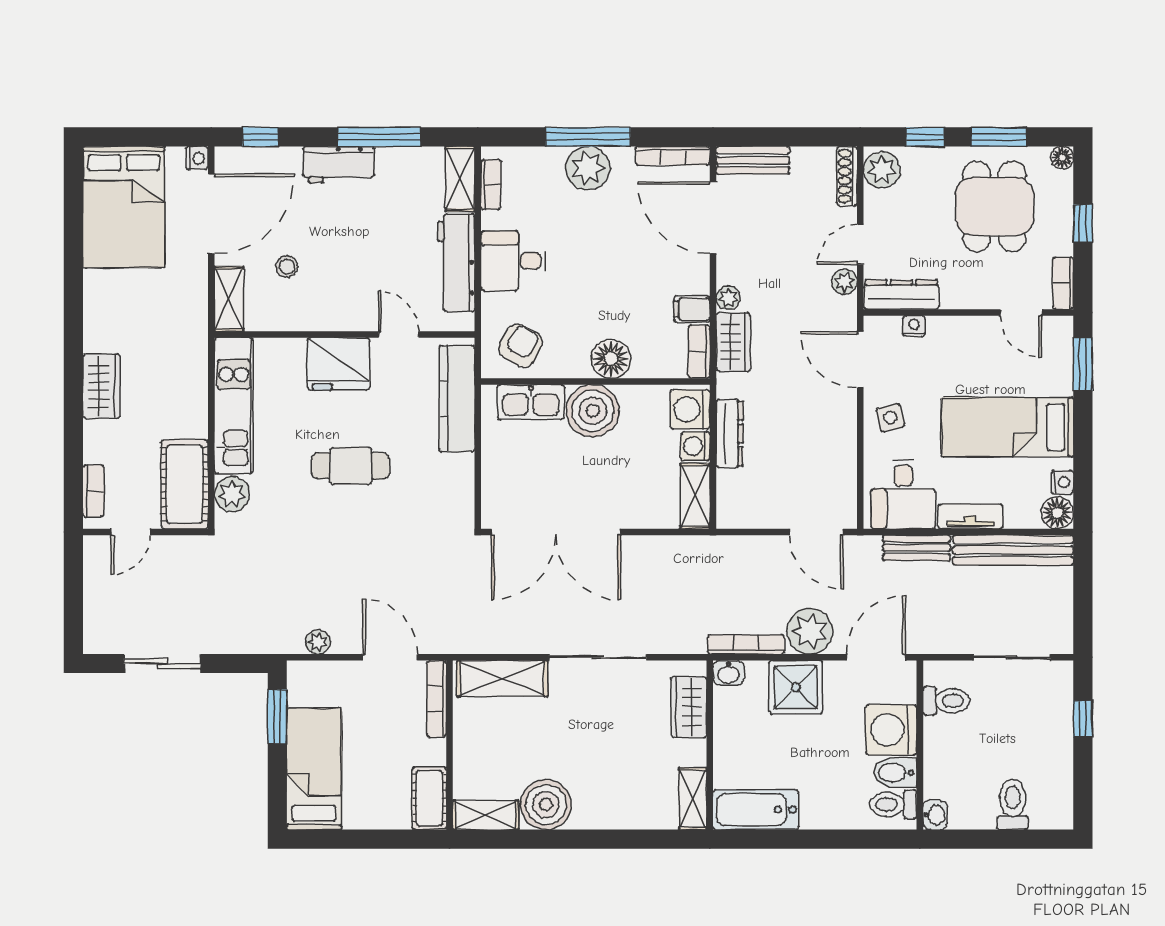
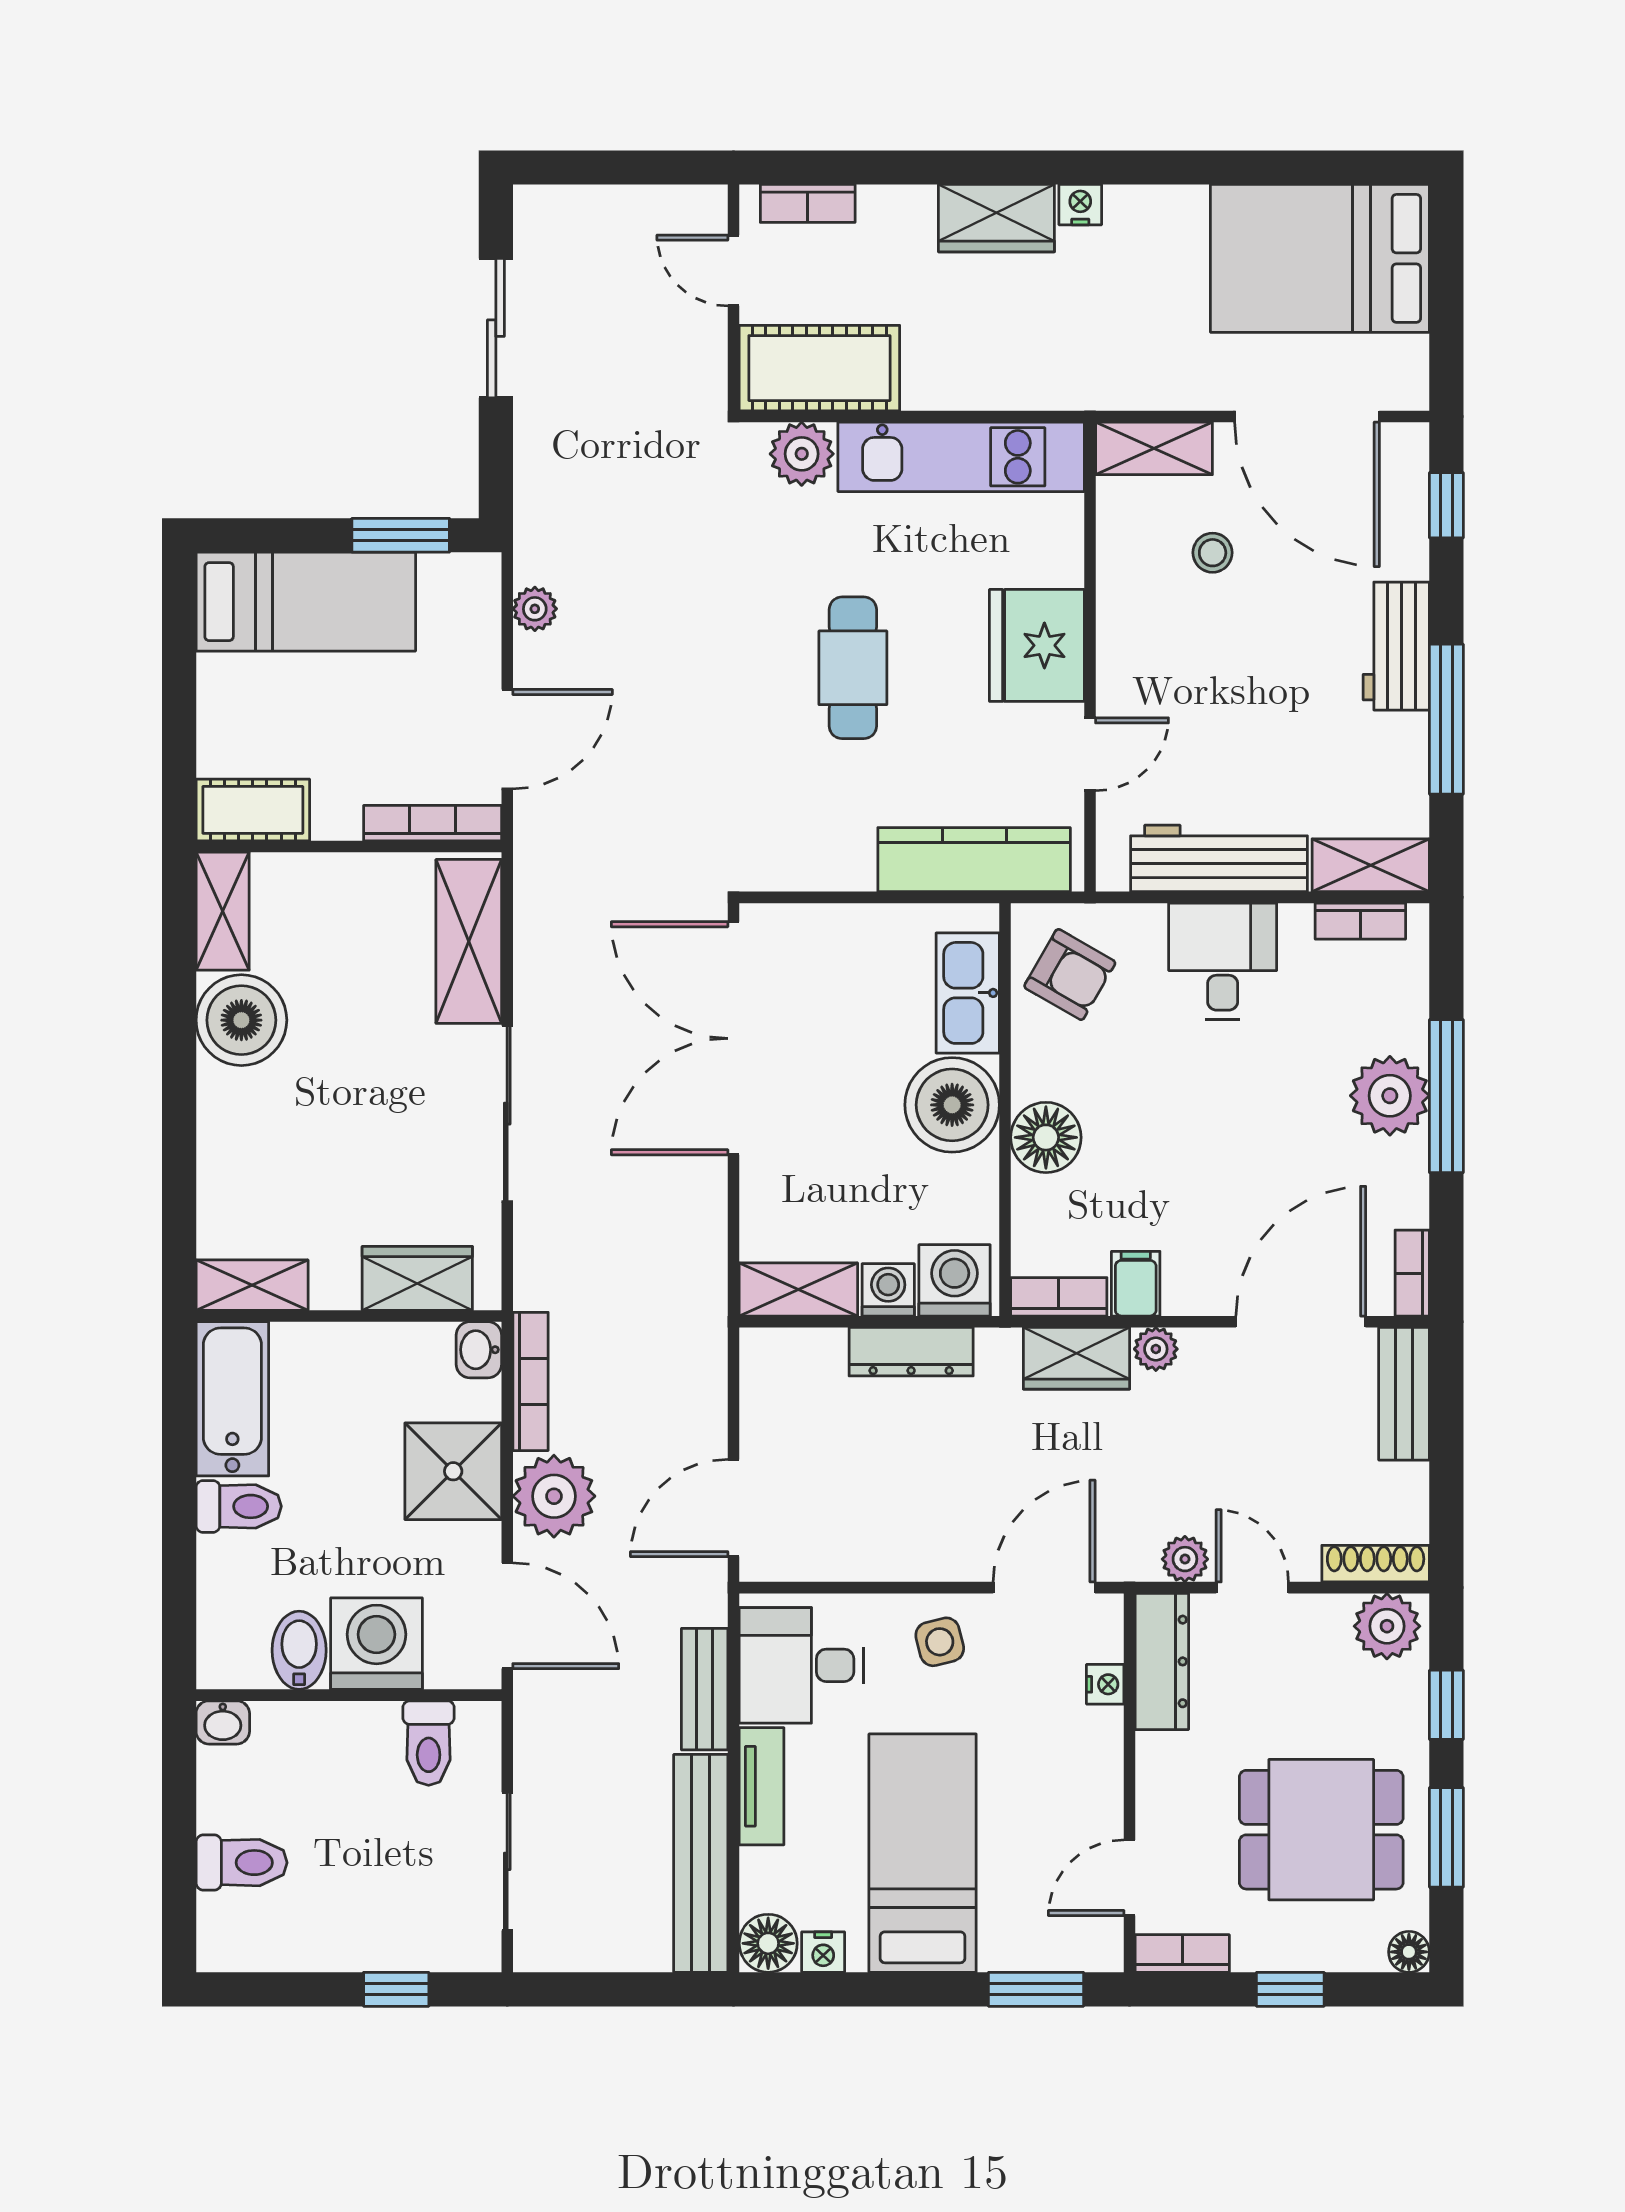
bookcase: (673, 156) -> (1412, 1273), width x0.64
nightstand: (197, 158) -> (1080, 205), moved, turned 180
toilet: (893, 804) -> (239, 1506), moved, turned 90

